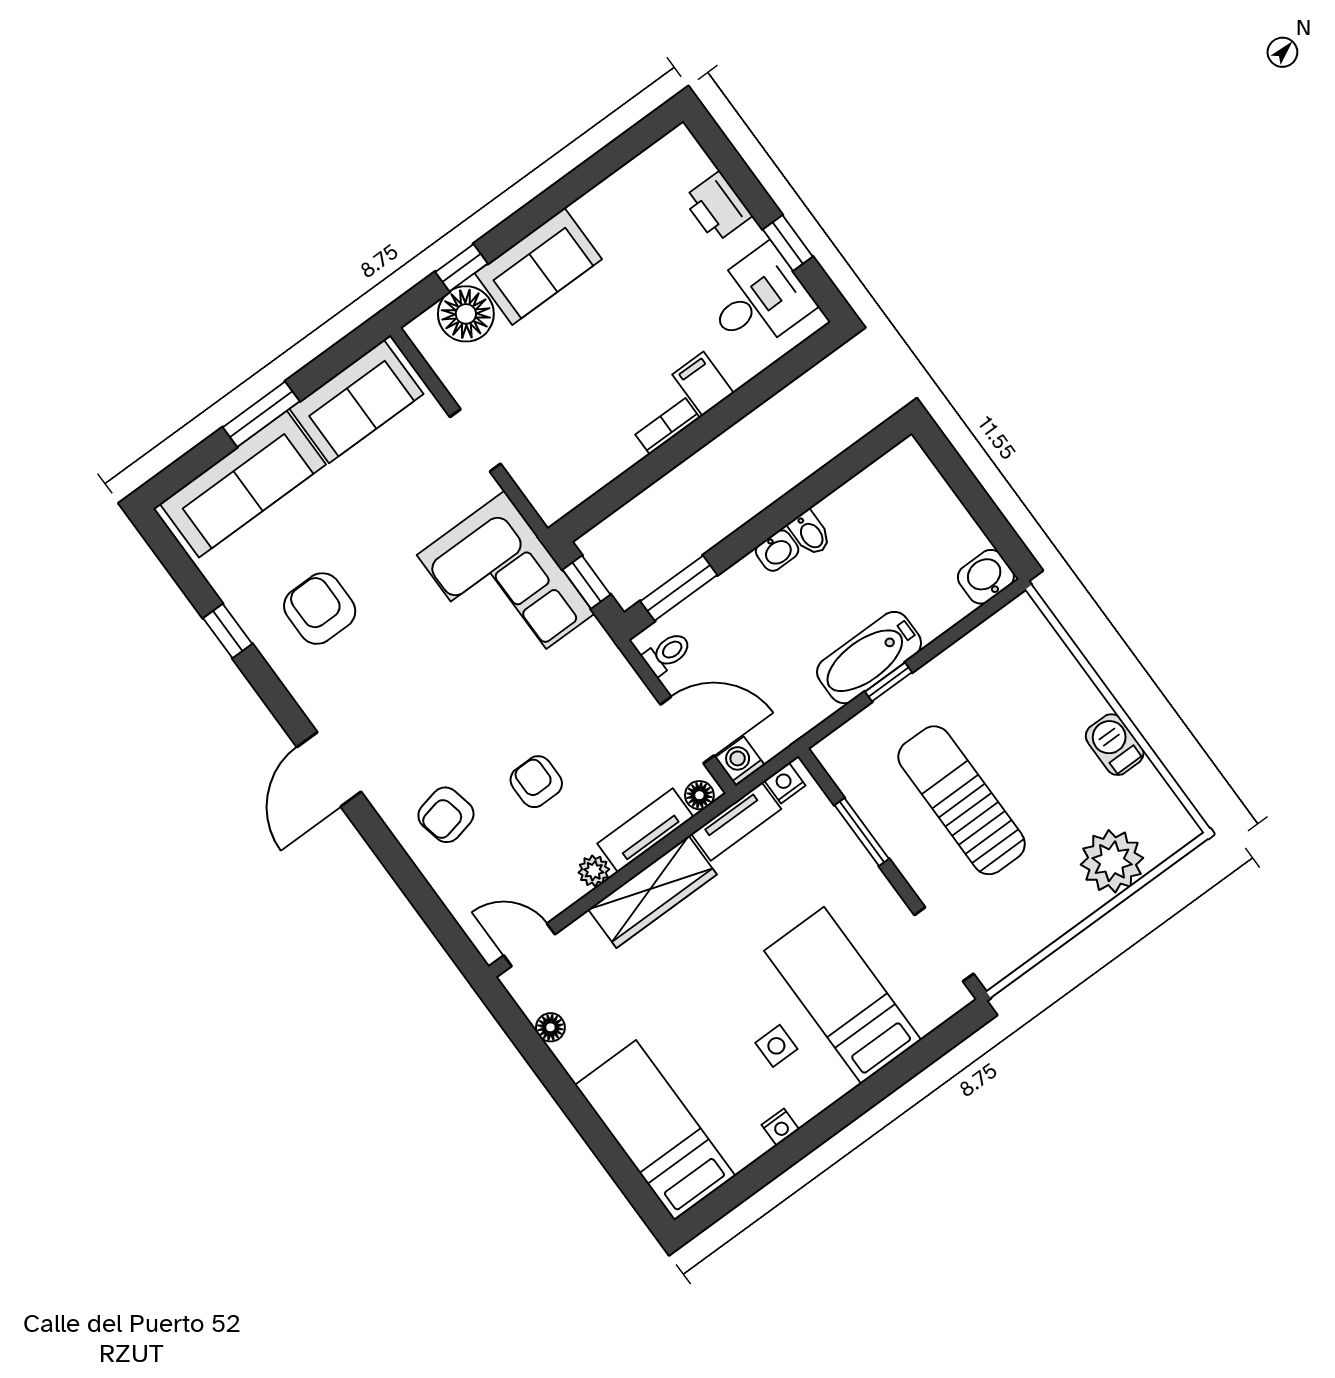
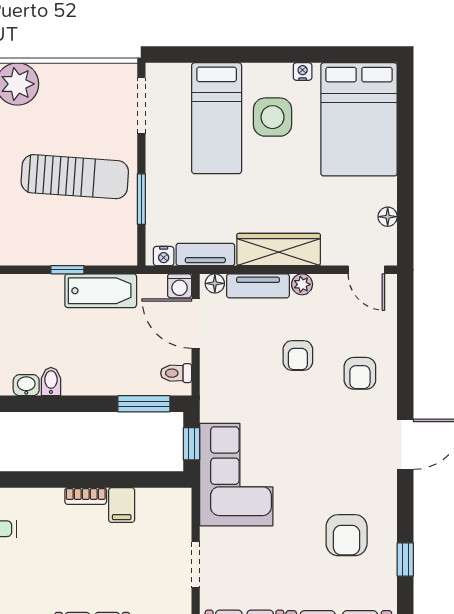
filing cabinet: (703, 384) -> (122, 505), moved
washbasin: (777, 551) -> (26, 385), moved
bathtub: (869, 658) -> (101, 291), moved
sun lounger: (962, 800) -> (75, 177), turned -86
armchair: (446, 815) -> (360, 373), turned 102
side table: (776, 1046) -> (273, 117), width x1.87, depth x1.87
bed: (655, 1130) -> (359, 119), width x1.50

